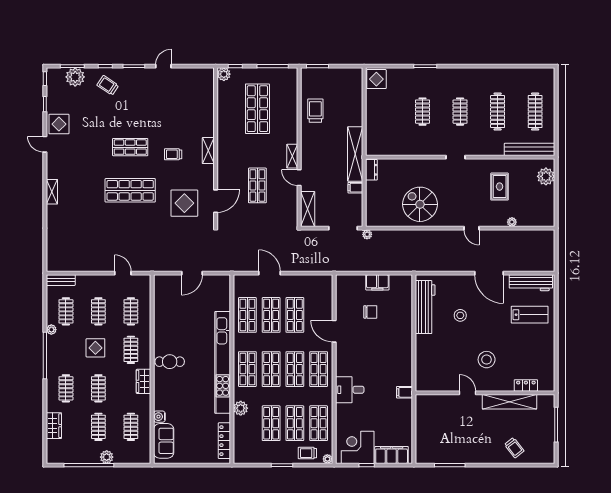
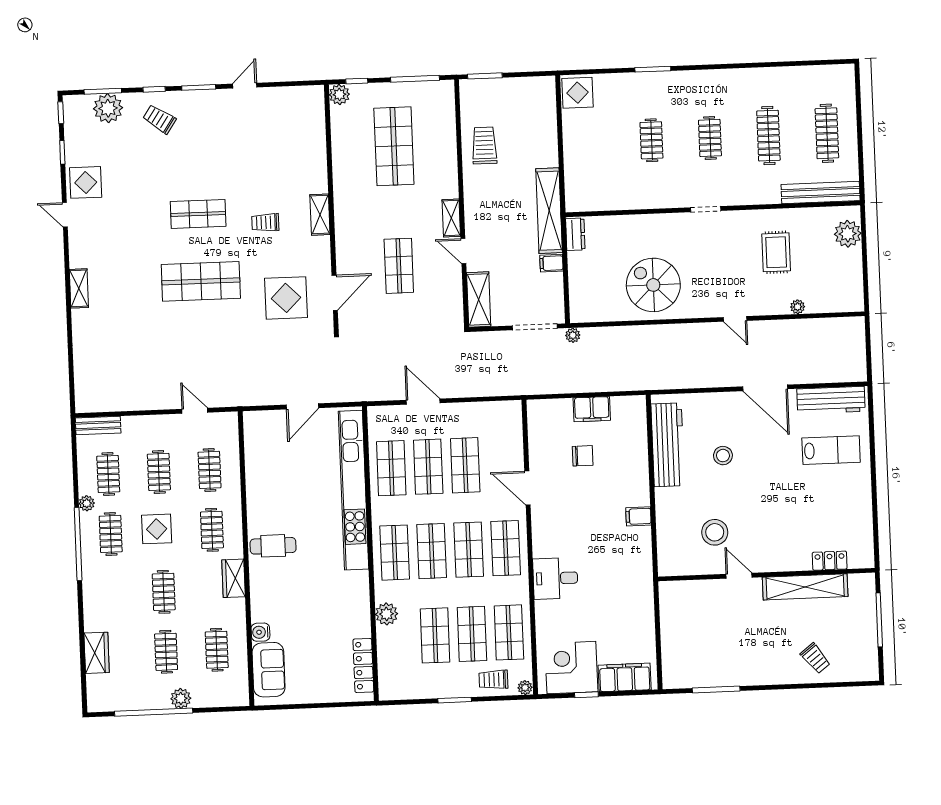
stool: (487, 360) -> (715, 532), moved
kitchen unit: (223, 362) -> (353, 490), moved
clothes rail: (66, 388) -> (111, 534), moved
filing cabinet: (405, 392) -> (638, 516), moved

